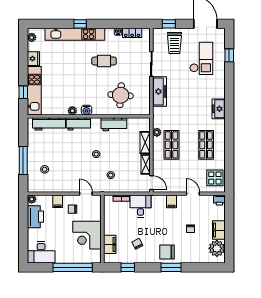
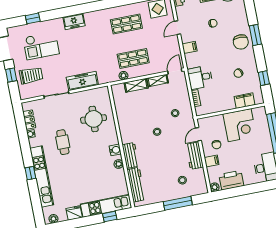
window: (169, 24) -> (11, 75), moved
checkout: (201, 58) -> (41, 46), turned 180
freezer: (219, 109) -> (74, 21), moved
workbench: (114, 124) -> (195, 156), moved, turned 180

